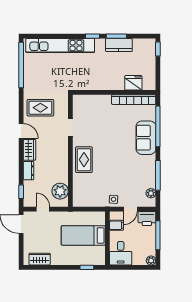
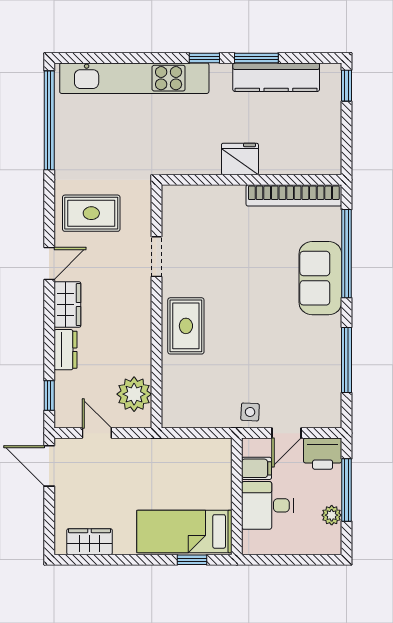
kitchen counter: (119, 45) -> (276, 77), width x1.50
fridge: (133, 83) -> (240, 159), moved
door: (21, 131) -> (49, 264), hinge flipped
plant: (151, 193) -> (331, 399), removed
bed: (83, 235) -> (184, 531), moved
desk: (121, 253) -> (267, 505), moved, turned 90
plant: (151, 261) -> (332, 515), moved

